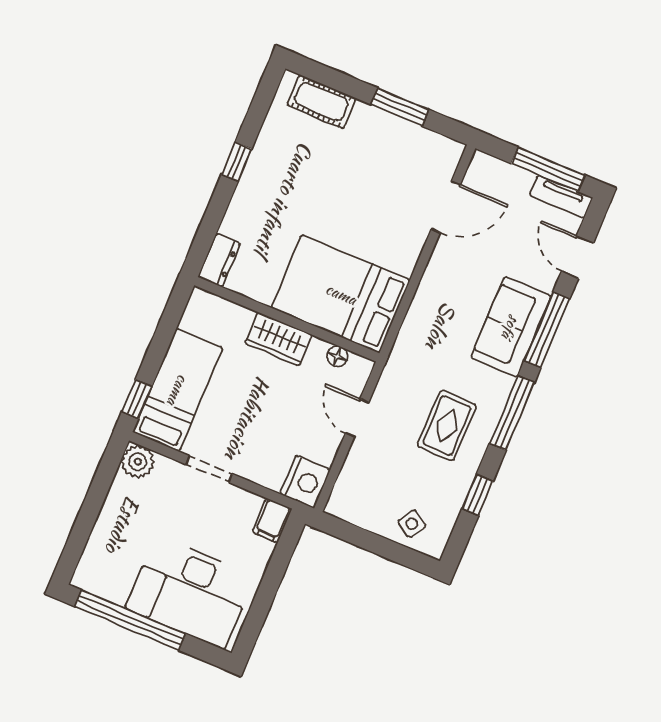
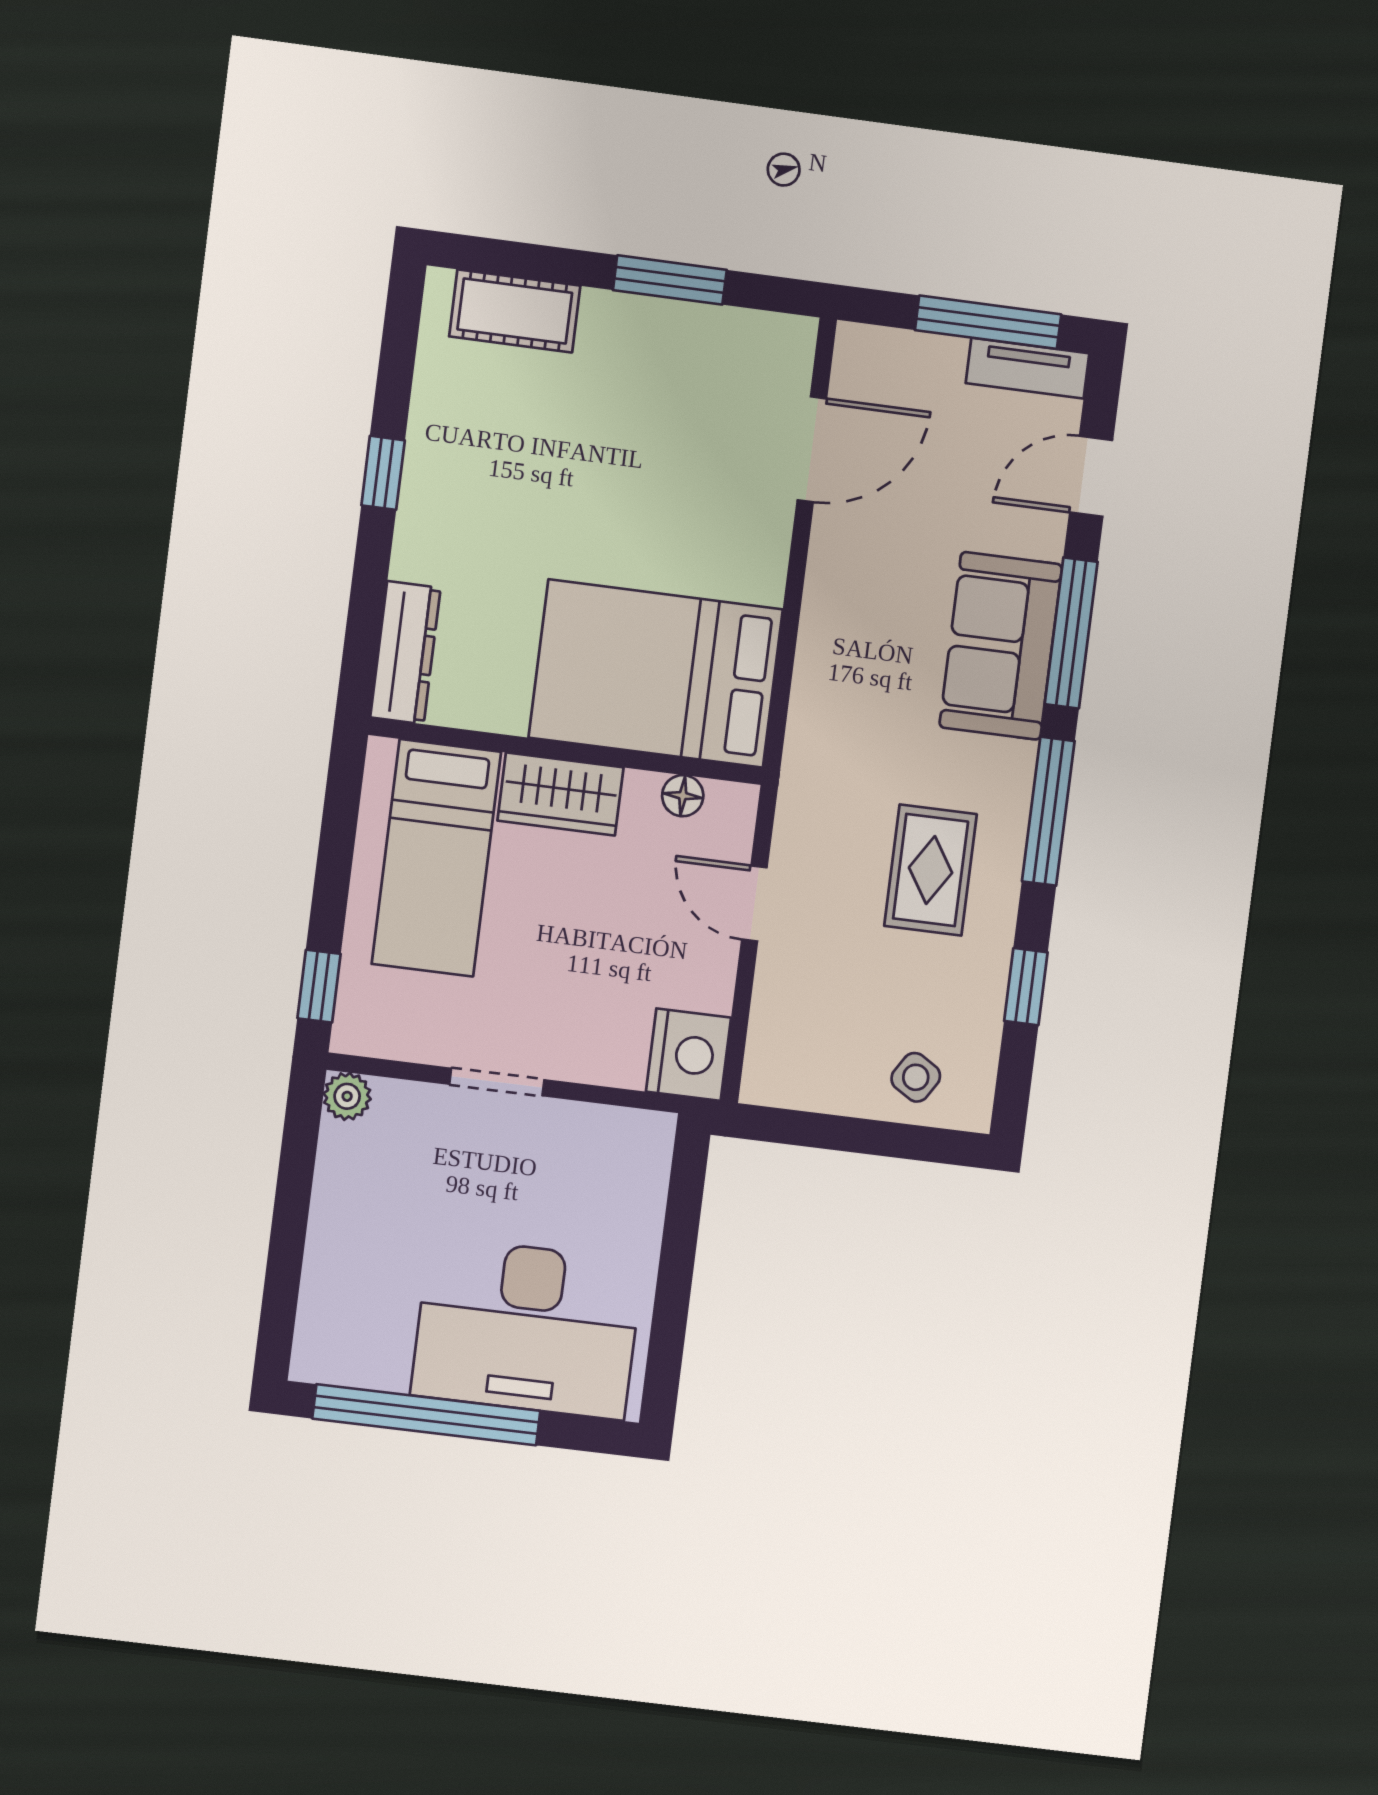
door: (577, 257) -> (1091, 476), hinge flipped
dresser: (219, 260) -> (405, 653), width x1.44
bed: (178, 390) -> (436, 858), moved, turned 180
plant: (138, 462) -> (347, 1096), width x0.73, depth x0.73
filing cabinet: (272, 521) -> (646, 1147), removed

